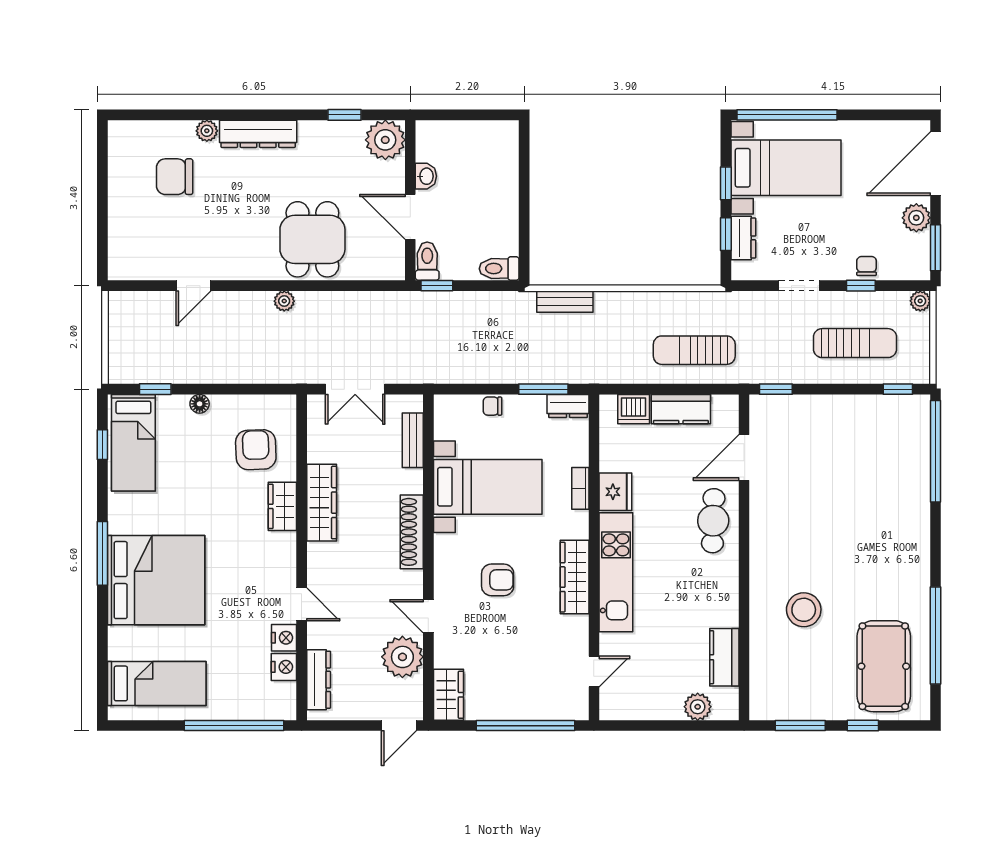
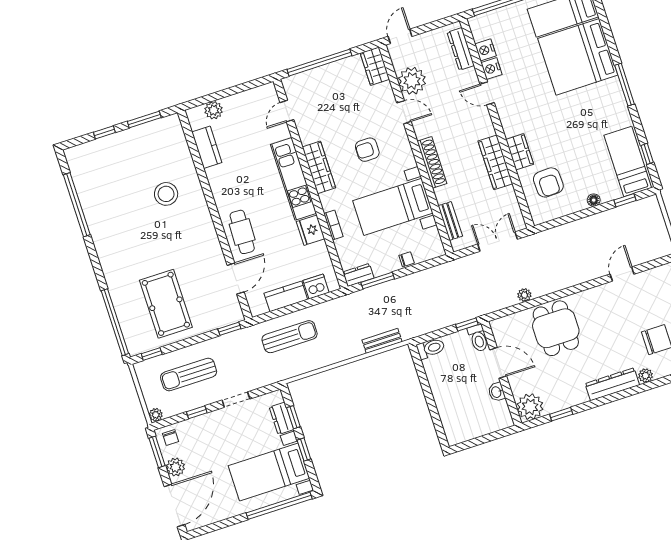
chair: (867, 266) -> (170, 438), moved
plant: (284, 301) -> (524, 295), moved
bed: (156, 580) -> (578, 57), moved
pool table: (884, 666) -> (166, 304), moved

